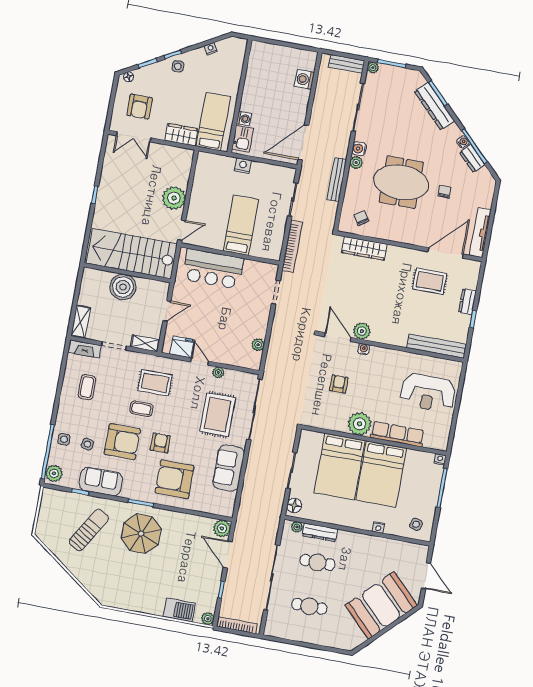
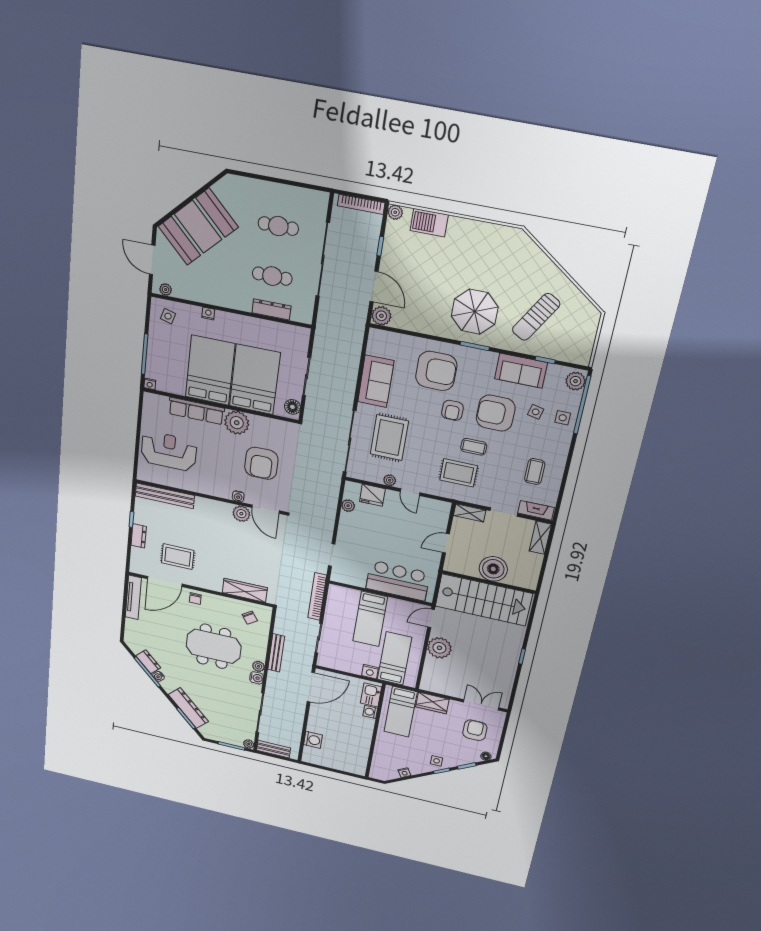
bed: (218, 183) -> (395, 658), added
chair: (444, 192) -> (195, 599), moved
fridge: (182, 347) -> (372, 495), moved
armchair: (339, 384) -> (261, 463), width x1.88, depth x1.88
floor lamp: (294, 505) -> (292, 407), moved
plant: (297, 527) -> (166, 290), moved

